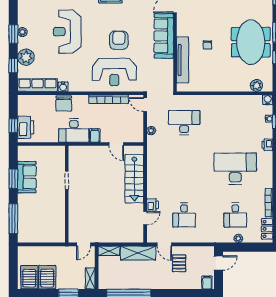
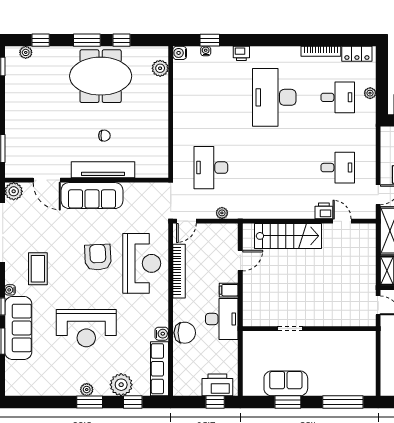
armchair: (119, 40) -> (98, 257), turned 87
tv unit: (182, 60) -> (103, 170), moved

